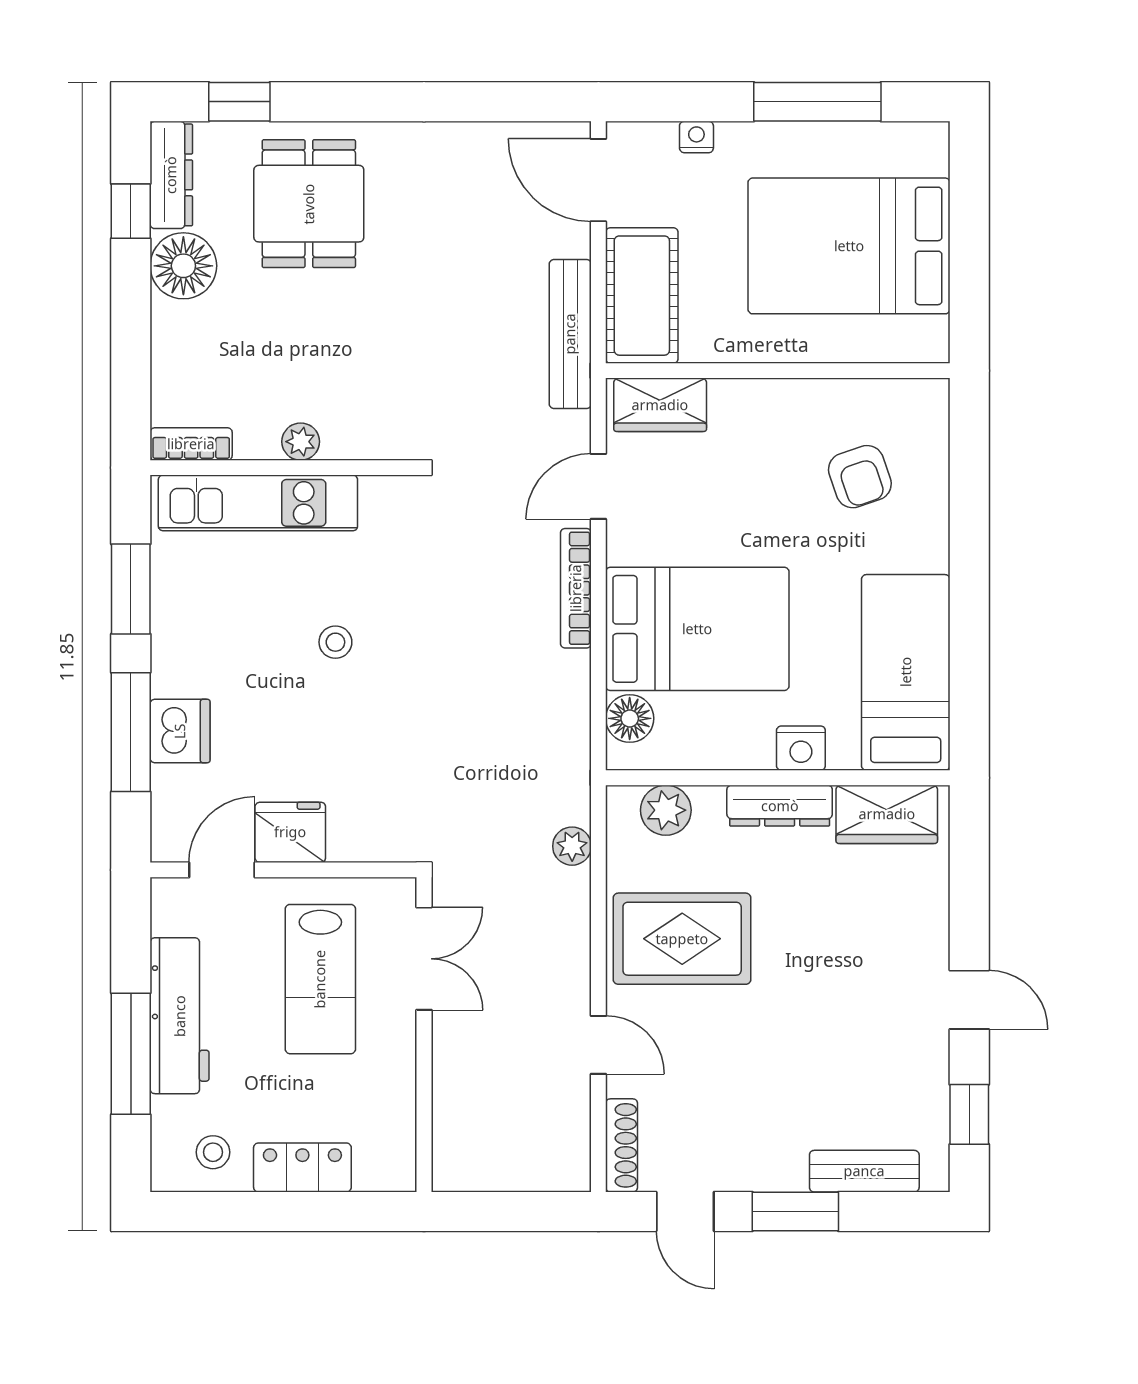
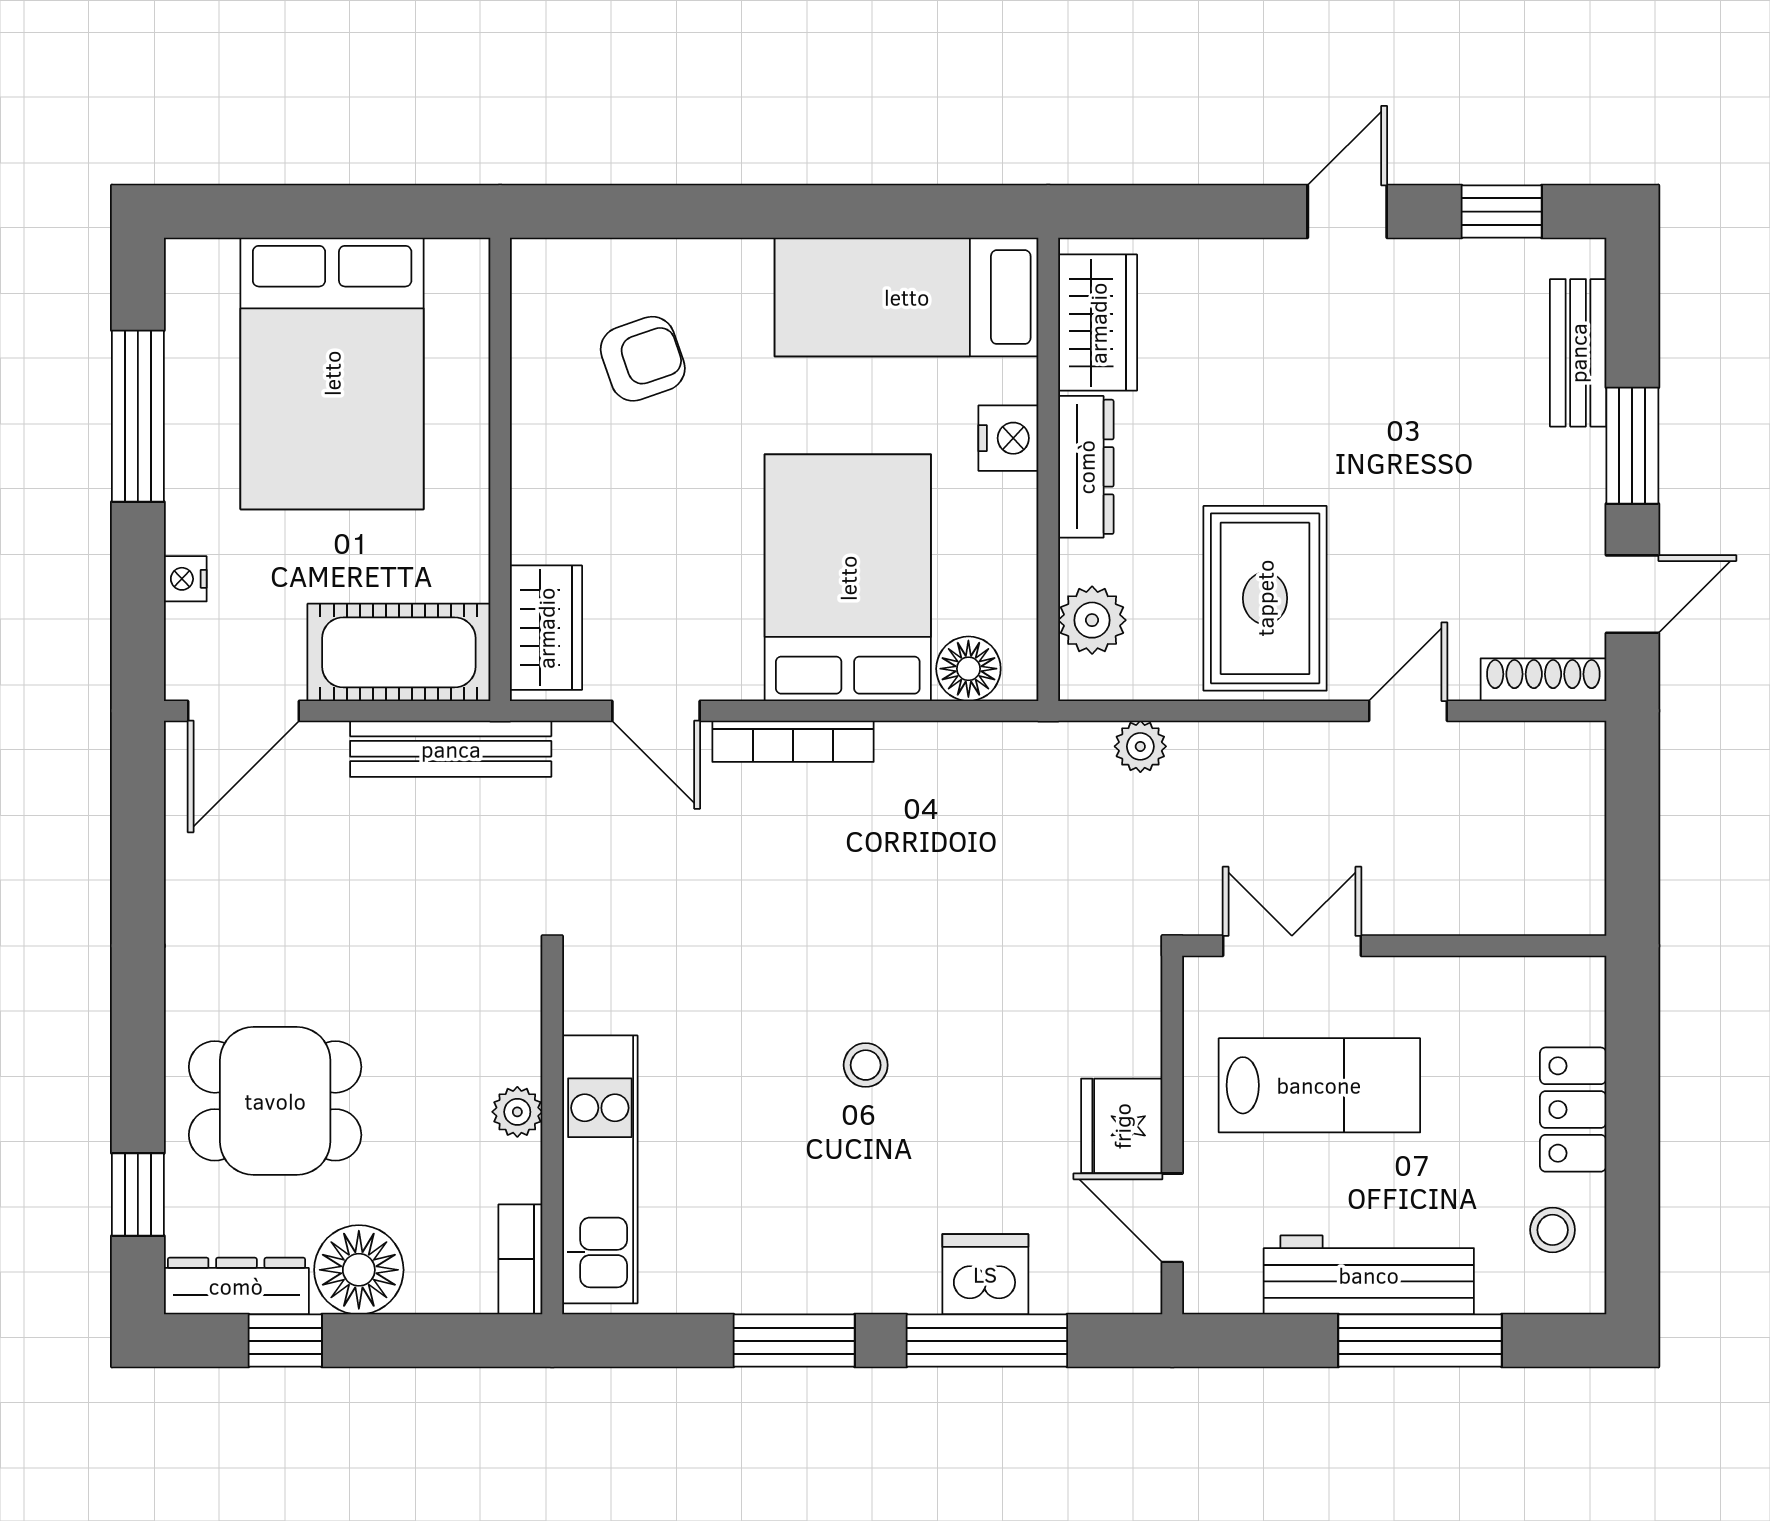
plant: (301, 442) -> (517, 1112), moved
bookcase: (191, 444) -> (520, 1259), moved
wall: (283, 468) -> (552, 1135), moved
kitchen unit: (258, 503) -> (600, 1169), moved

